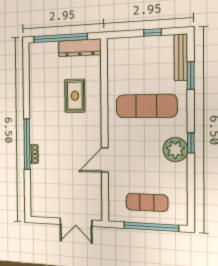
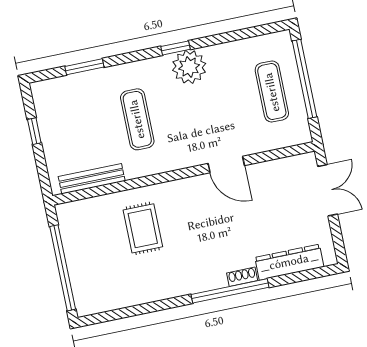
dresser: (80, 48) -> (289, 262), moved, turned -90
bench: (181, 57) -> (92, 179), moved
rug: (75, 96) -> (143, 228), turned 90
exercise mat: (146, 106) -> (137, 119), width x0.73, depth x0.69

